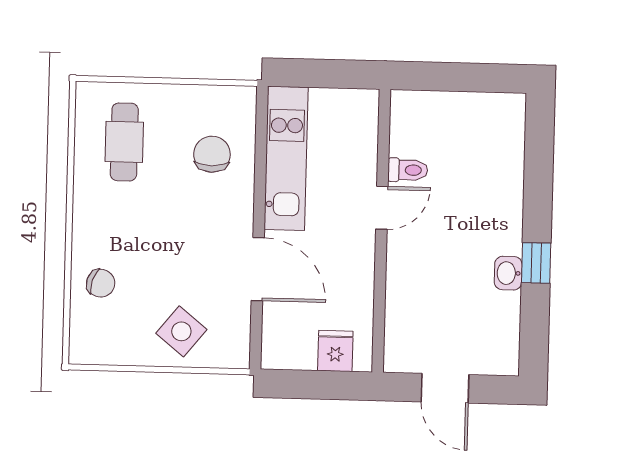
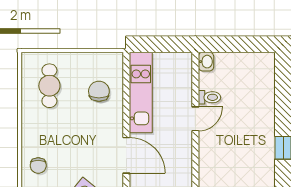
washbasin: (508, 273) -> (206, 62), moved, turned 180
chair: (101, 283) -> (38, 166), turned 72

